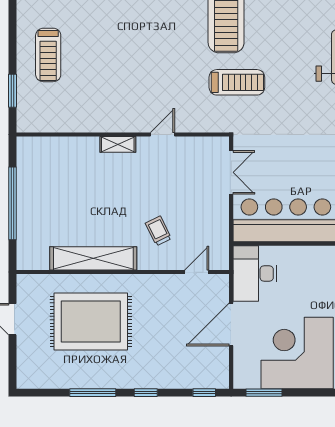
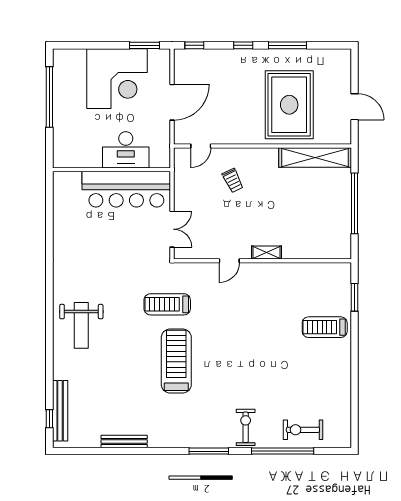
treadmill: (48, 55) -> (325, 327), turned -90
double door: (231, 172) -> (172, 229), swing flipped
shelving: (93, 258) -> (315, 157), moved
desk: (255, 273) -> (126, 150), moved, turned 90
rug: (91, 322) -> (289, 105), turned 90

